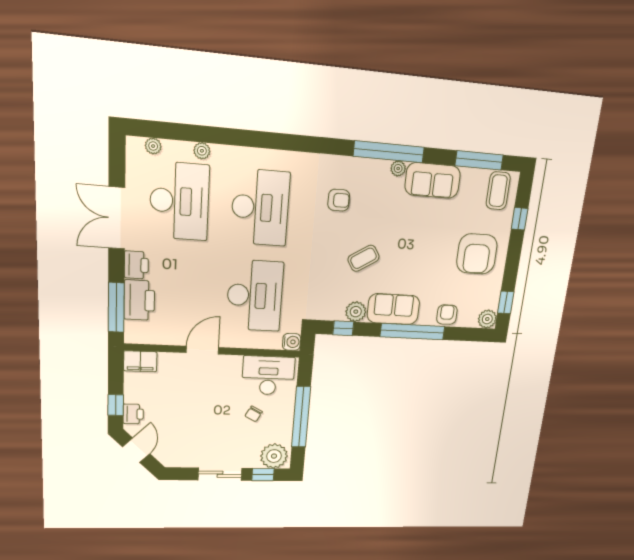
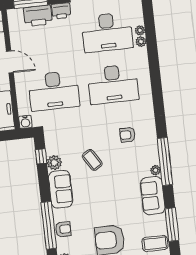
plant: (153, 146) -> (140, 30), moved
armchair: (339, 200) -> (128, 135), turned 90
window: (412, 332) -> (49, 225), moved

